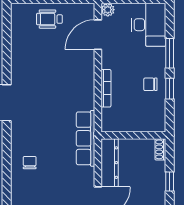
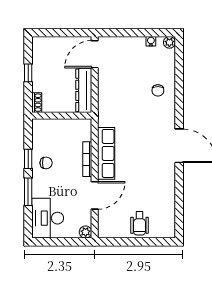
wheelchair: (49, 19) -> (140, 223), turned 90
door: (98, 35) -> (95, 195), moved
row of seats: (86, 138) -> (106, 153), moved

